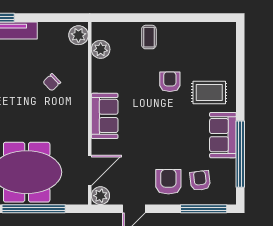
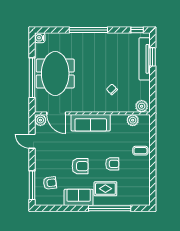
rug: (209, 93) -> (105, 189), turned 90
sofa: (105, 116) -> (91, 123), width x1.36
window: (240, 154) -> (110, 208), moved
armchair: (168, 182) -> (80, 166), moved

